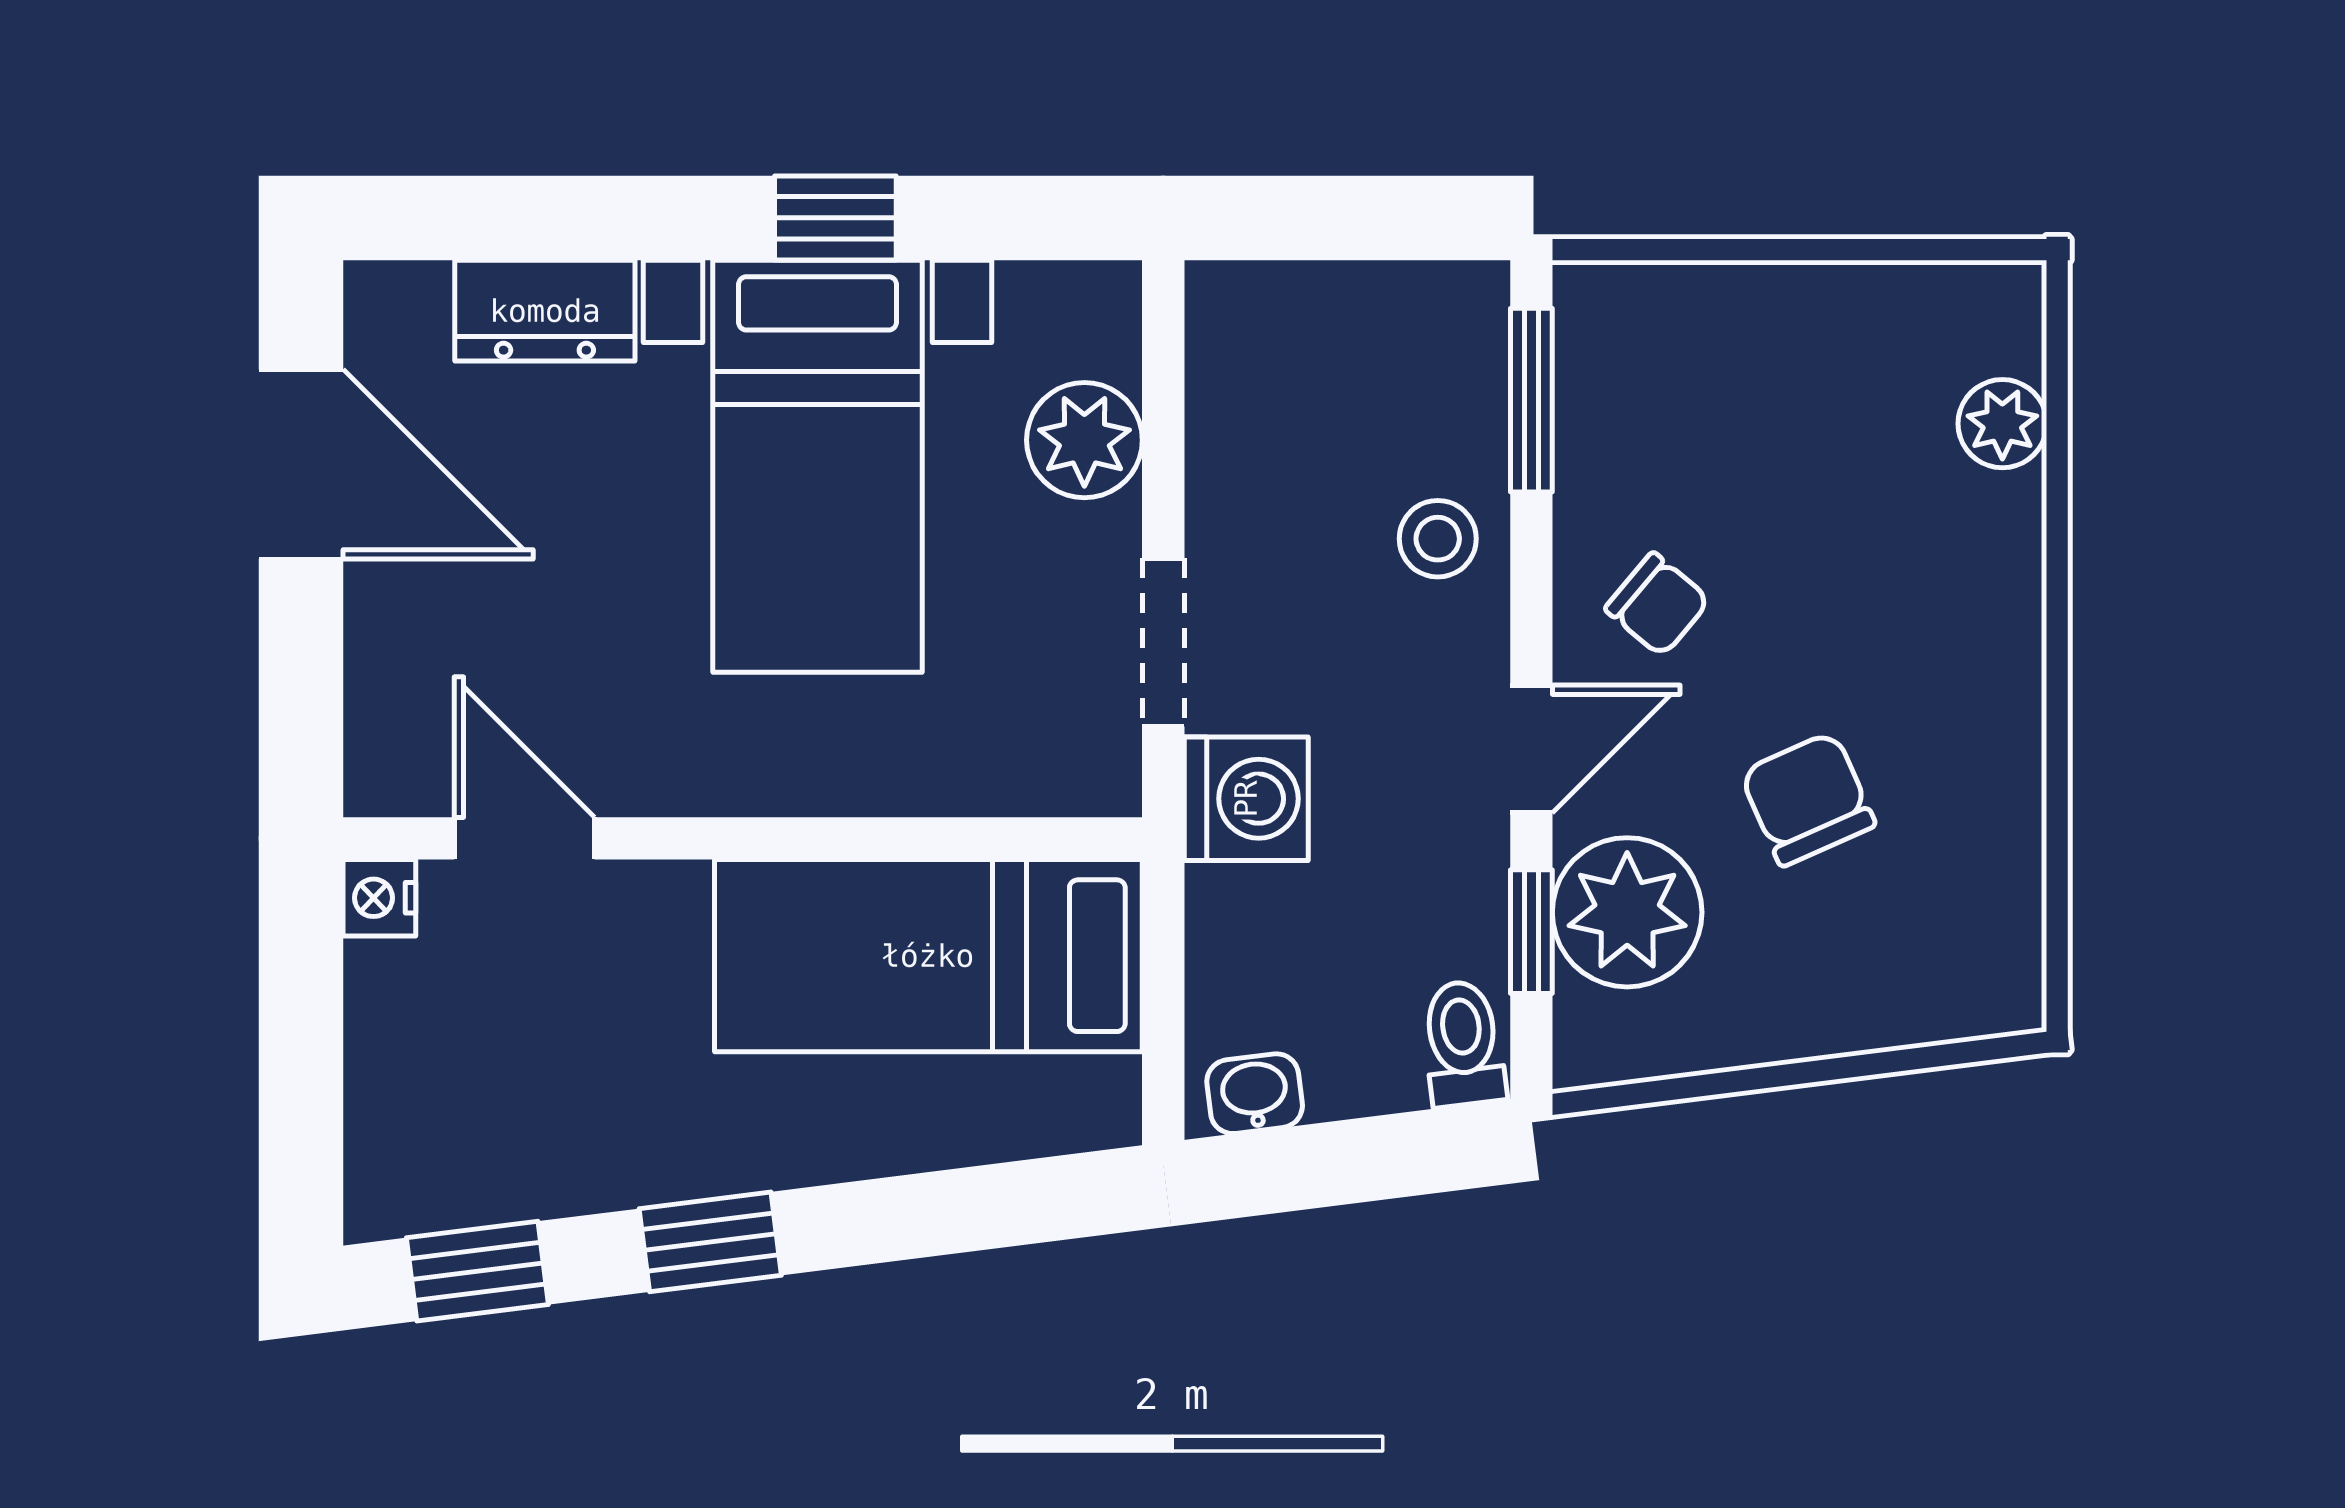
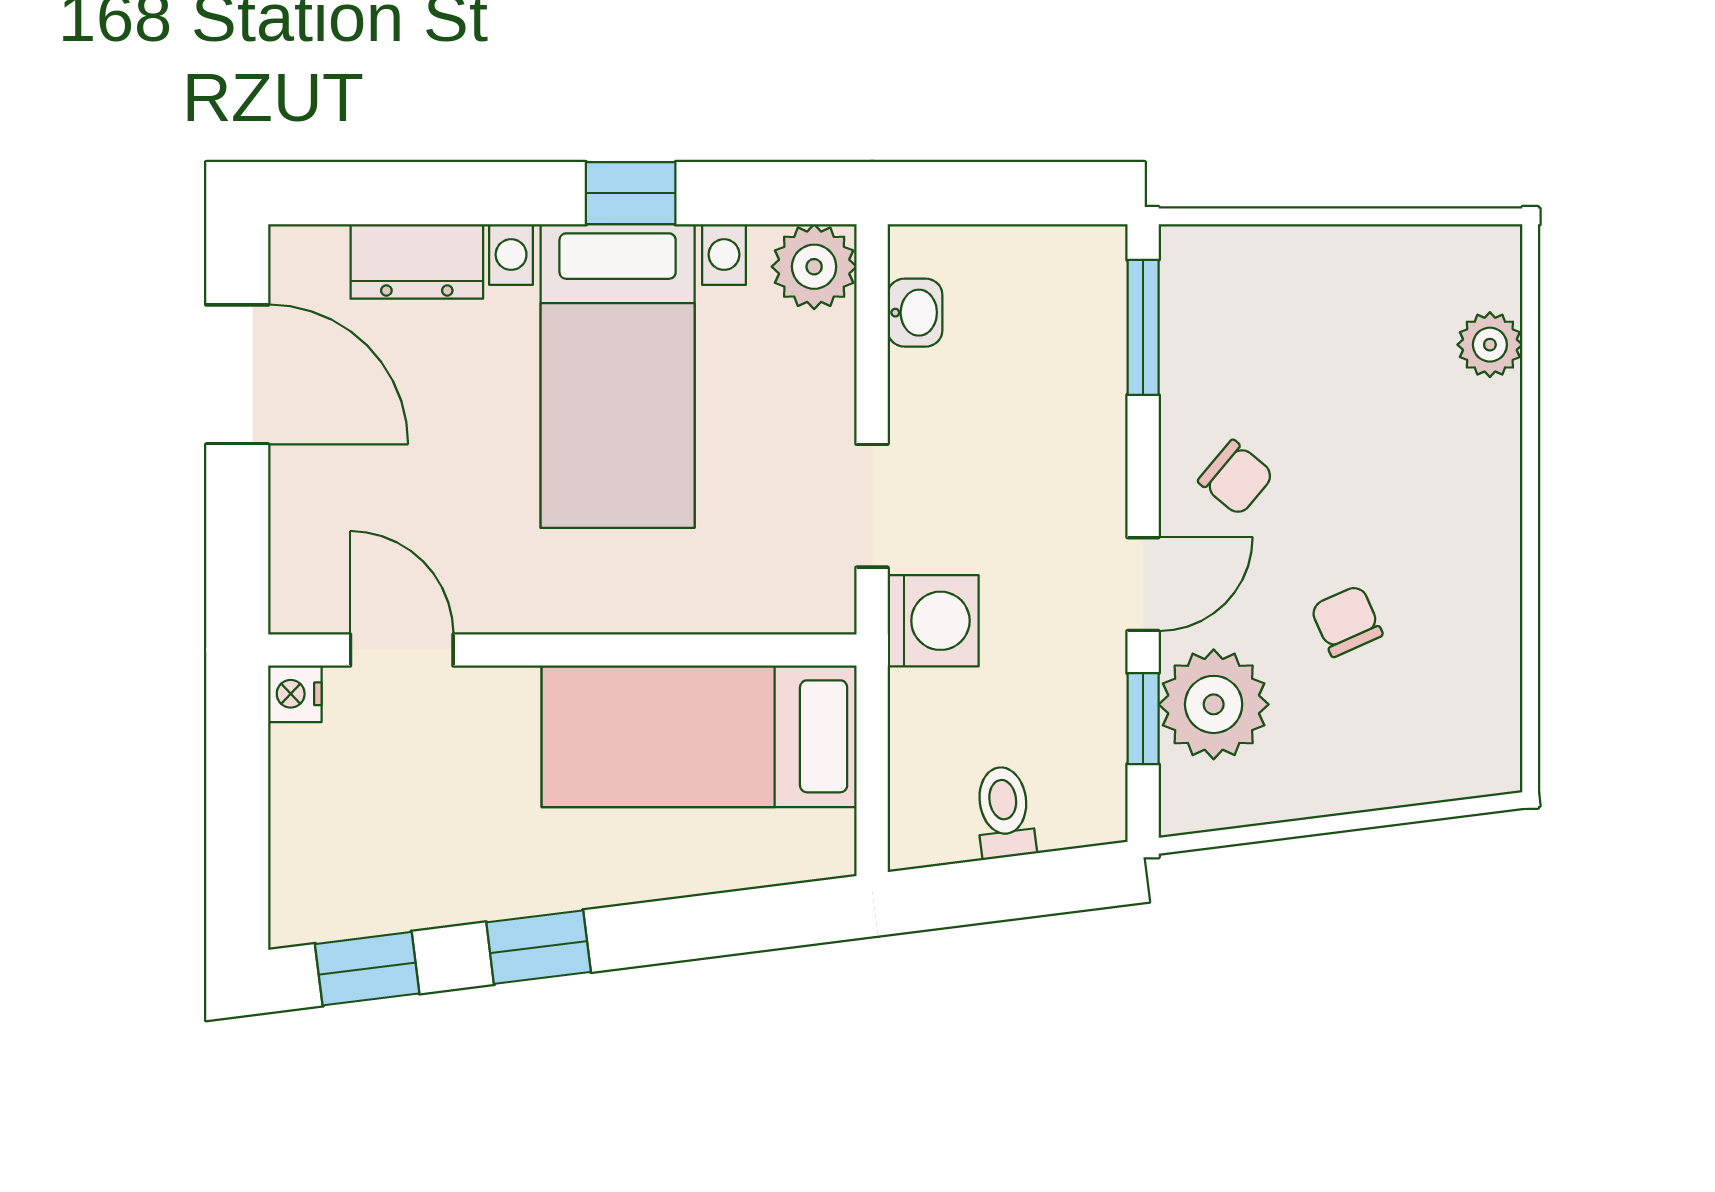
plant: (1084, 440) -> (814, 267), moved
stool: (1438, 539) -> (1074, 429), removed
chair: (1808, 799) -> (1346, 621), width x0.73, depth x0.73
toilet: (1463, 1043) -> (1004, 812), moved
washbasin: (1255, 1094) -> (915, 313), moved, turned 97

